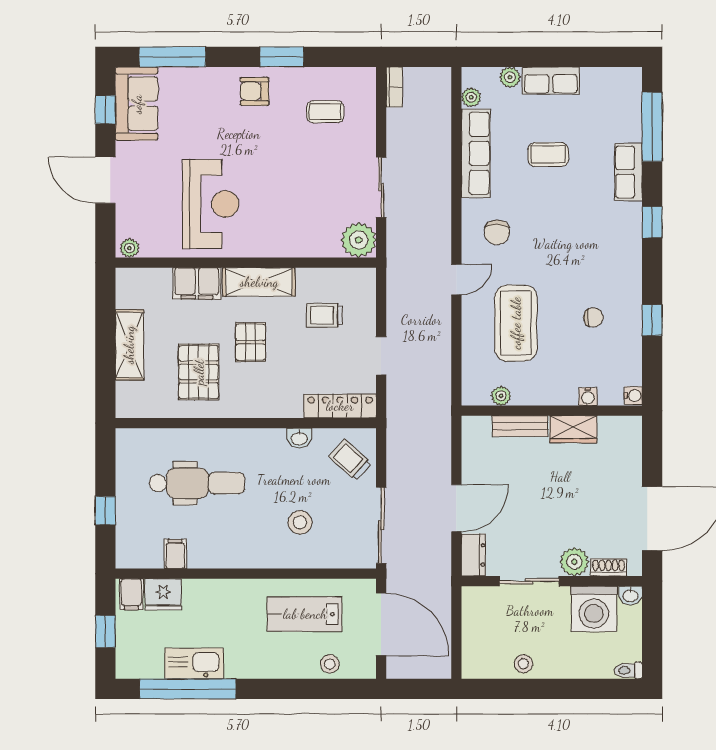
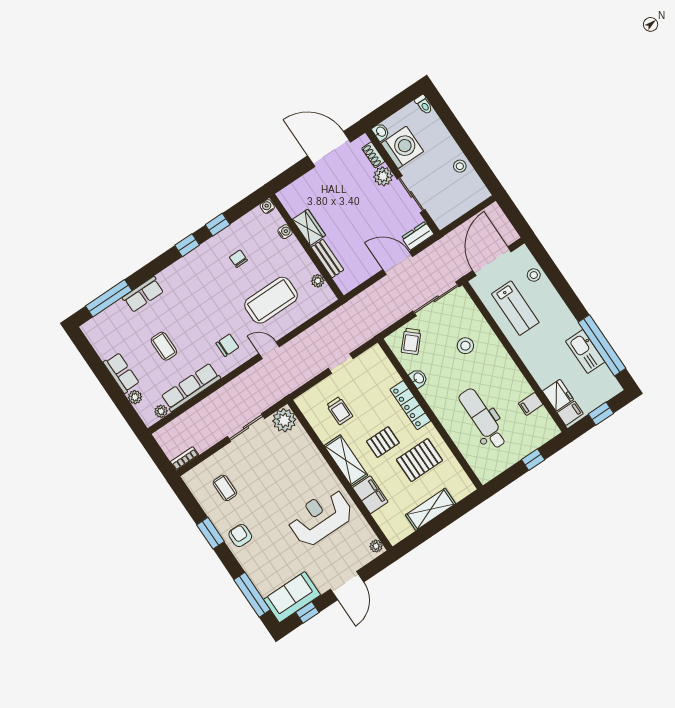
armchair: (254, 91) -> (240, 535), turned 180
window: (652, 222) -> (187, 245), moved
locker: (340, 406) -> (410, 405), moved

